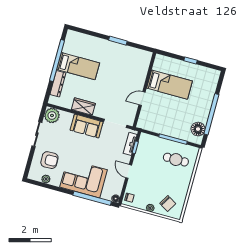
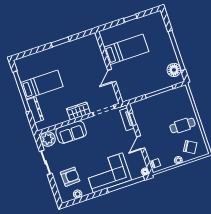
wardrobe: (83, 106) -> (78, 111), moved
sofa: (87, 126) -> (71, 132), moved
cafe table: (176, 160) -> (182, 126), moved
door: (129, 171) -> (141, 142), hinge flipped

